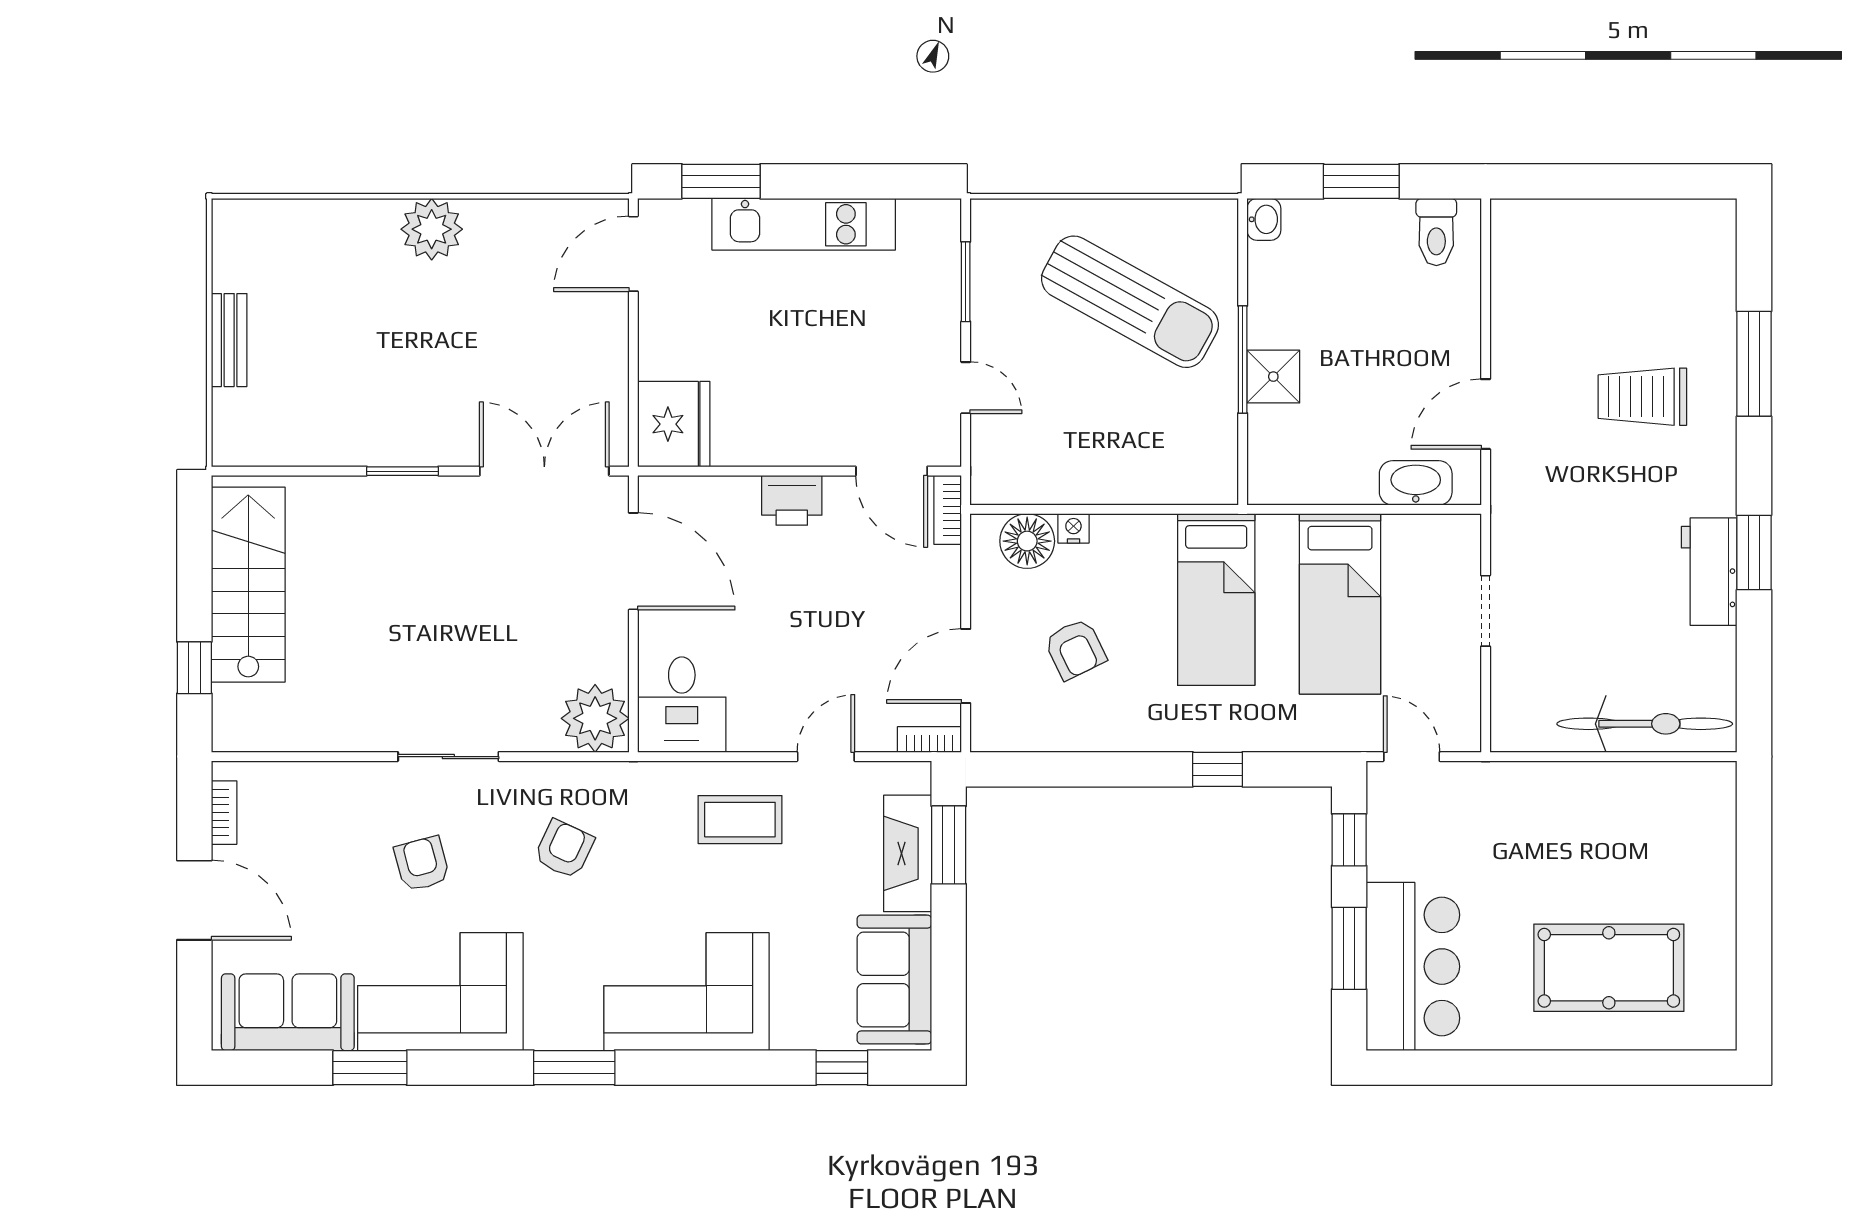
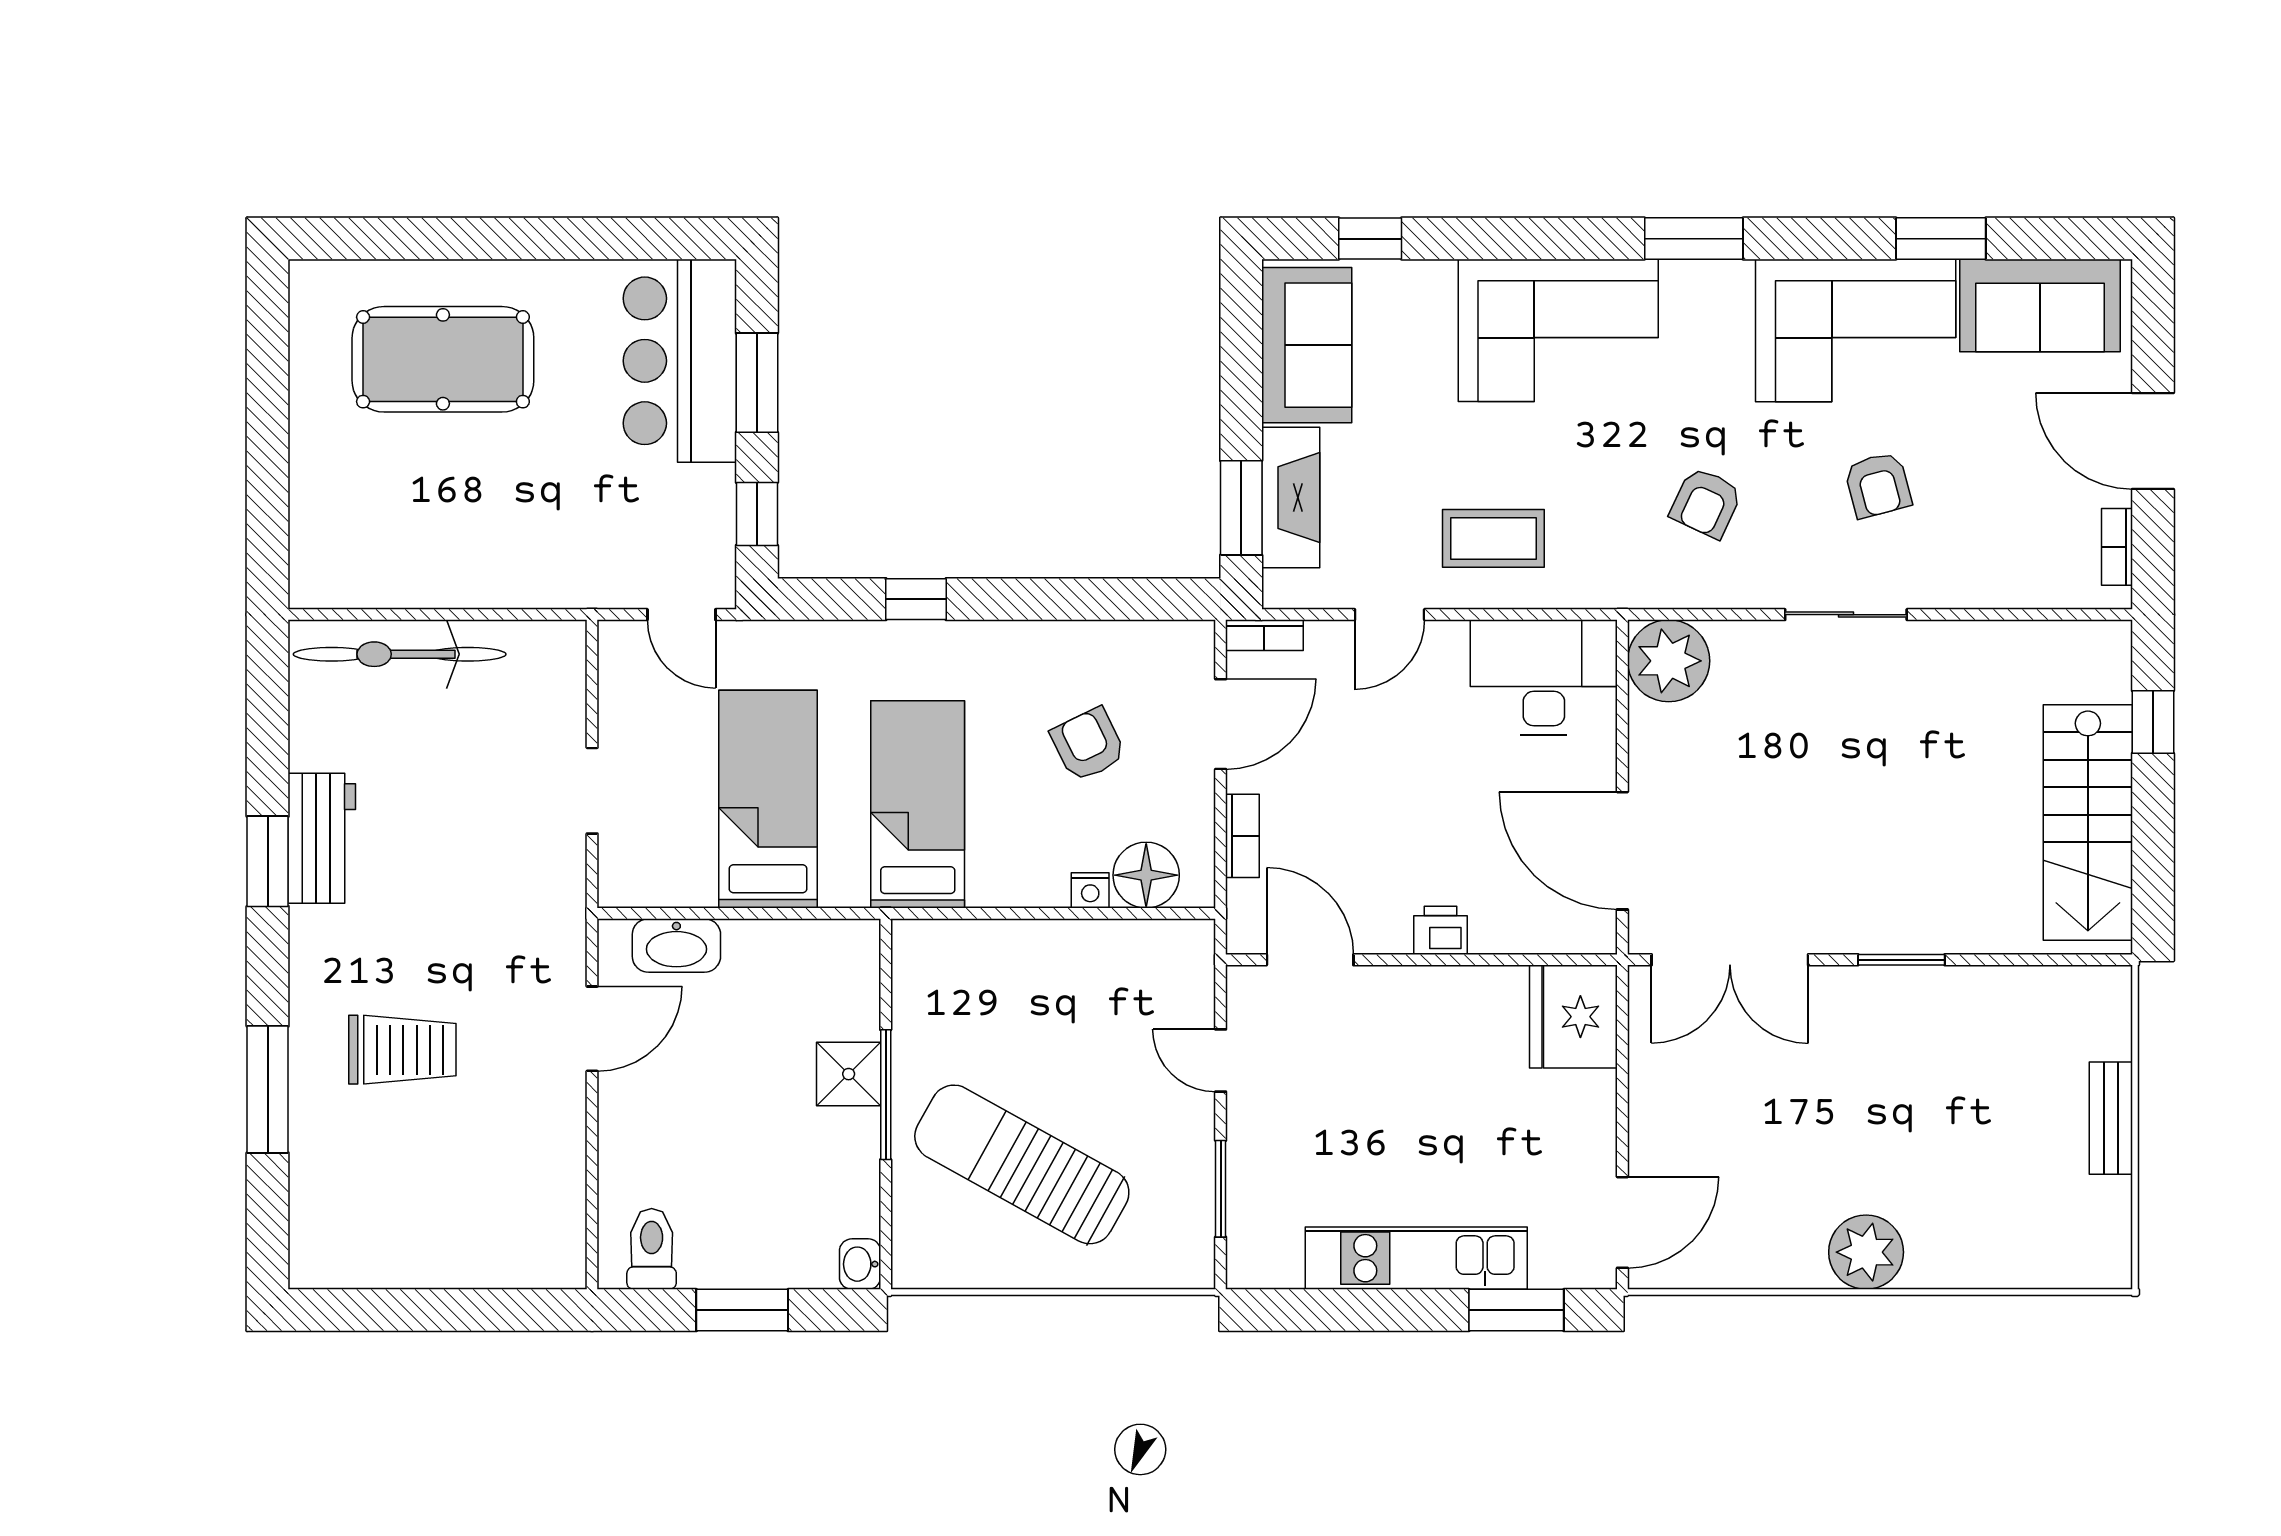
printer: (792, 500) -> (1440, 930), width x0.73, depth x0.81
bookcase: (948, 510) -> (1242, 836), moved
desk: (682, 705) -> (1544, 677), width x1.37

